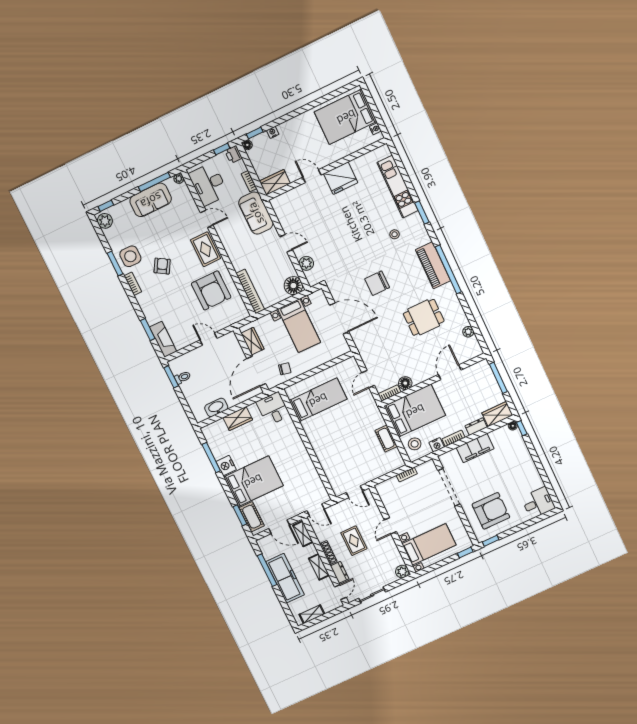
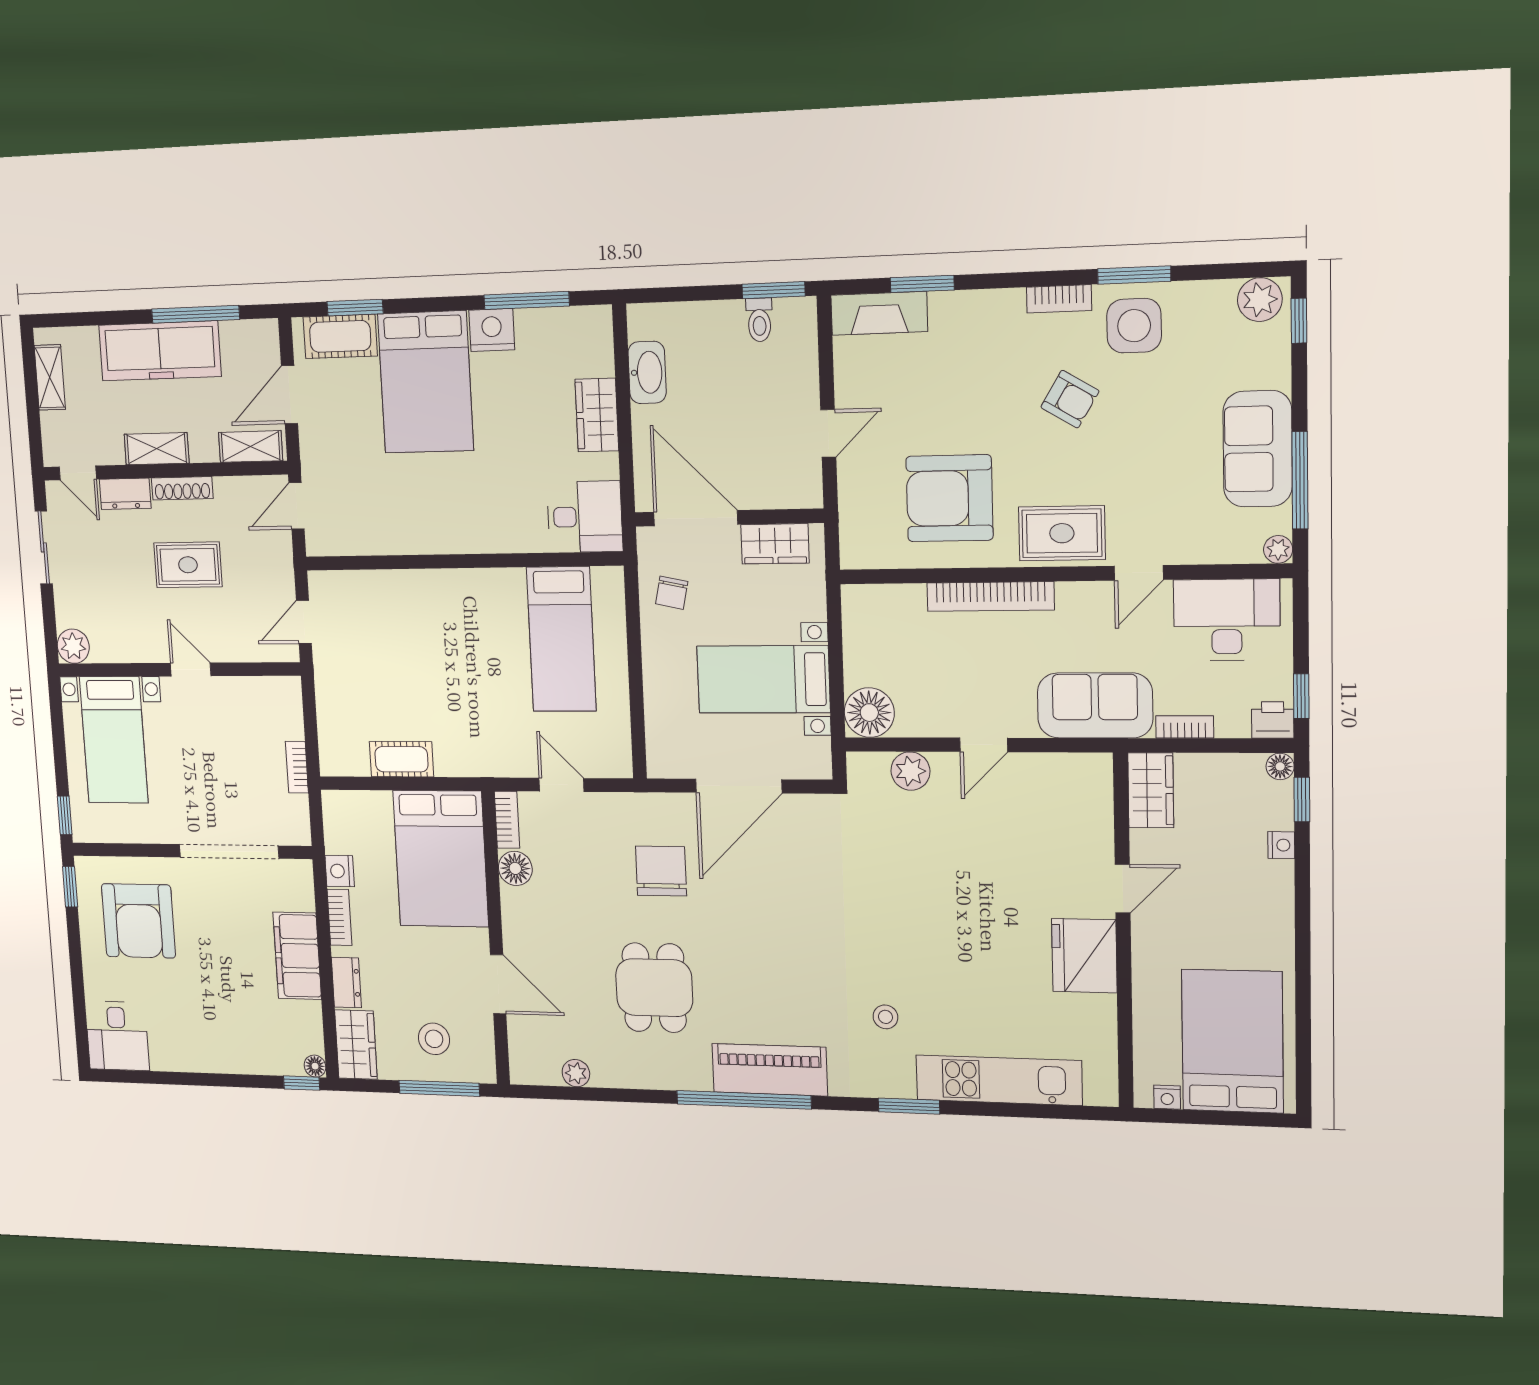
chair: (377, 283) -> (661, 871), moved
bookcase: (250, 291) -> (990, 597), moved
stool: (415, 444) -> (434, 1039), moved

